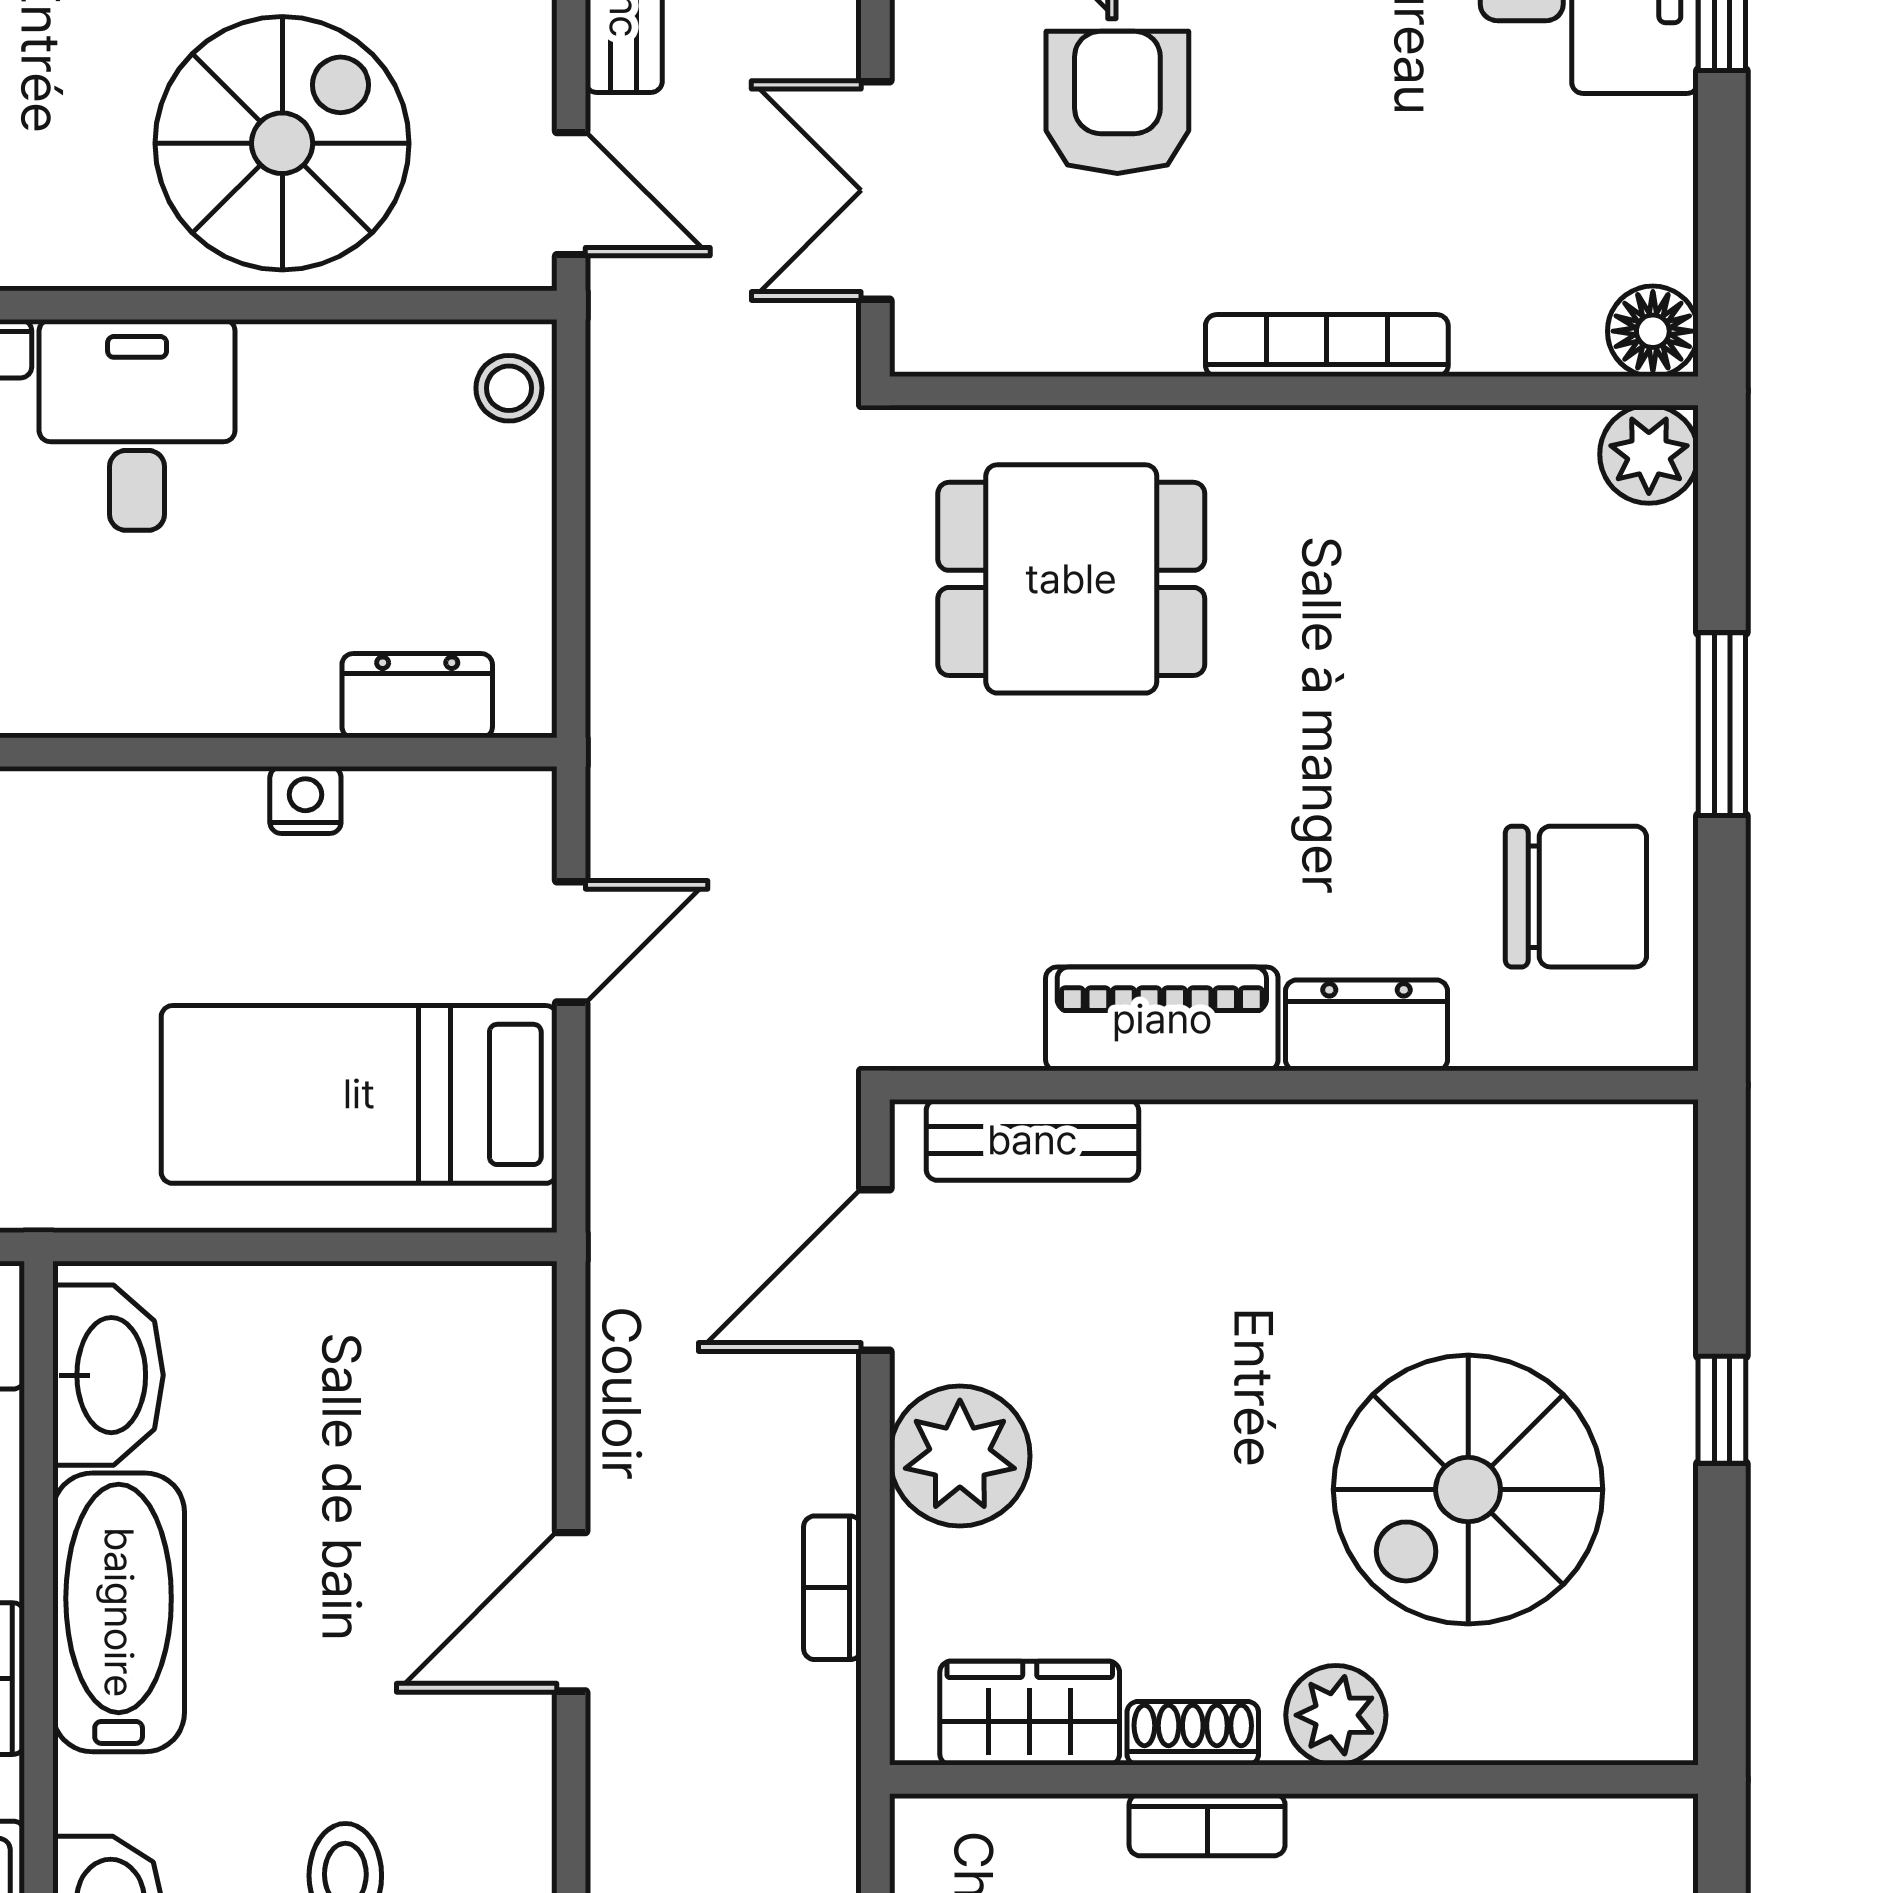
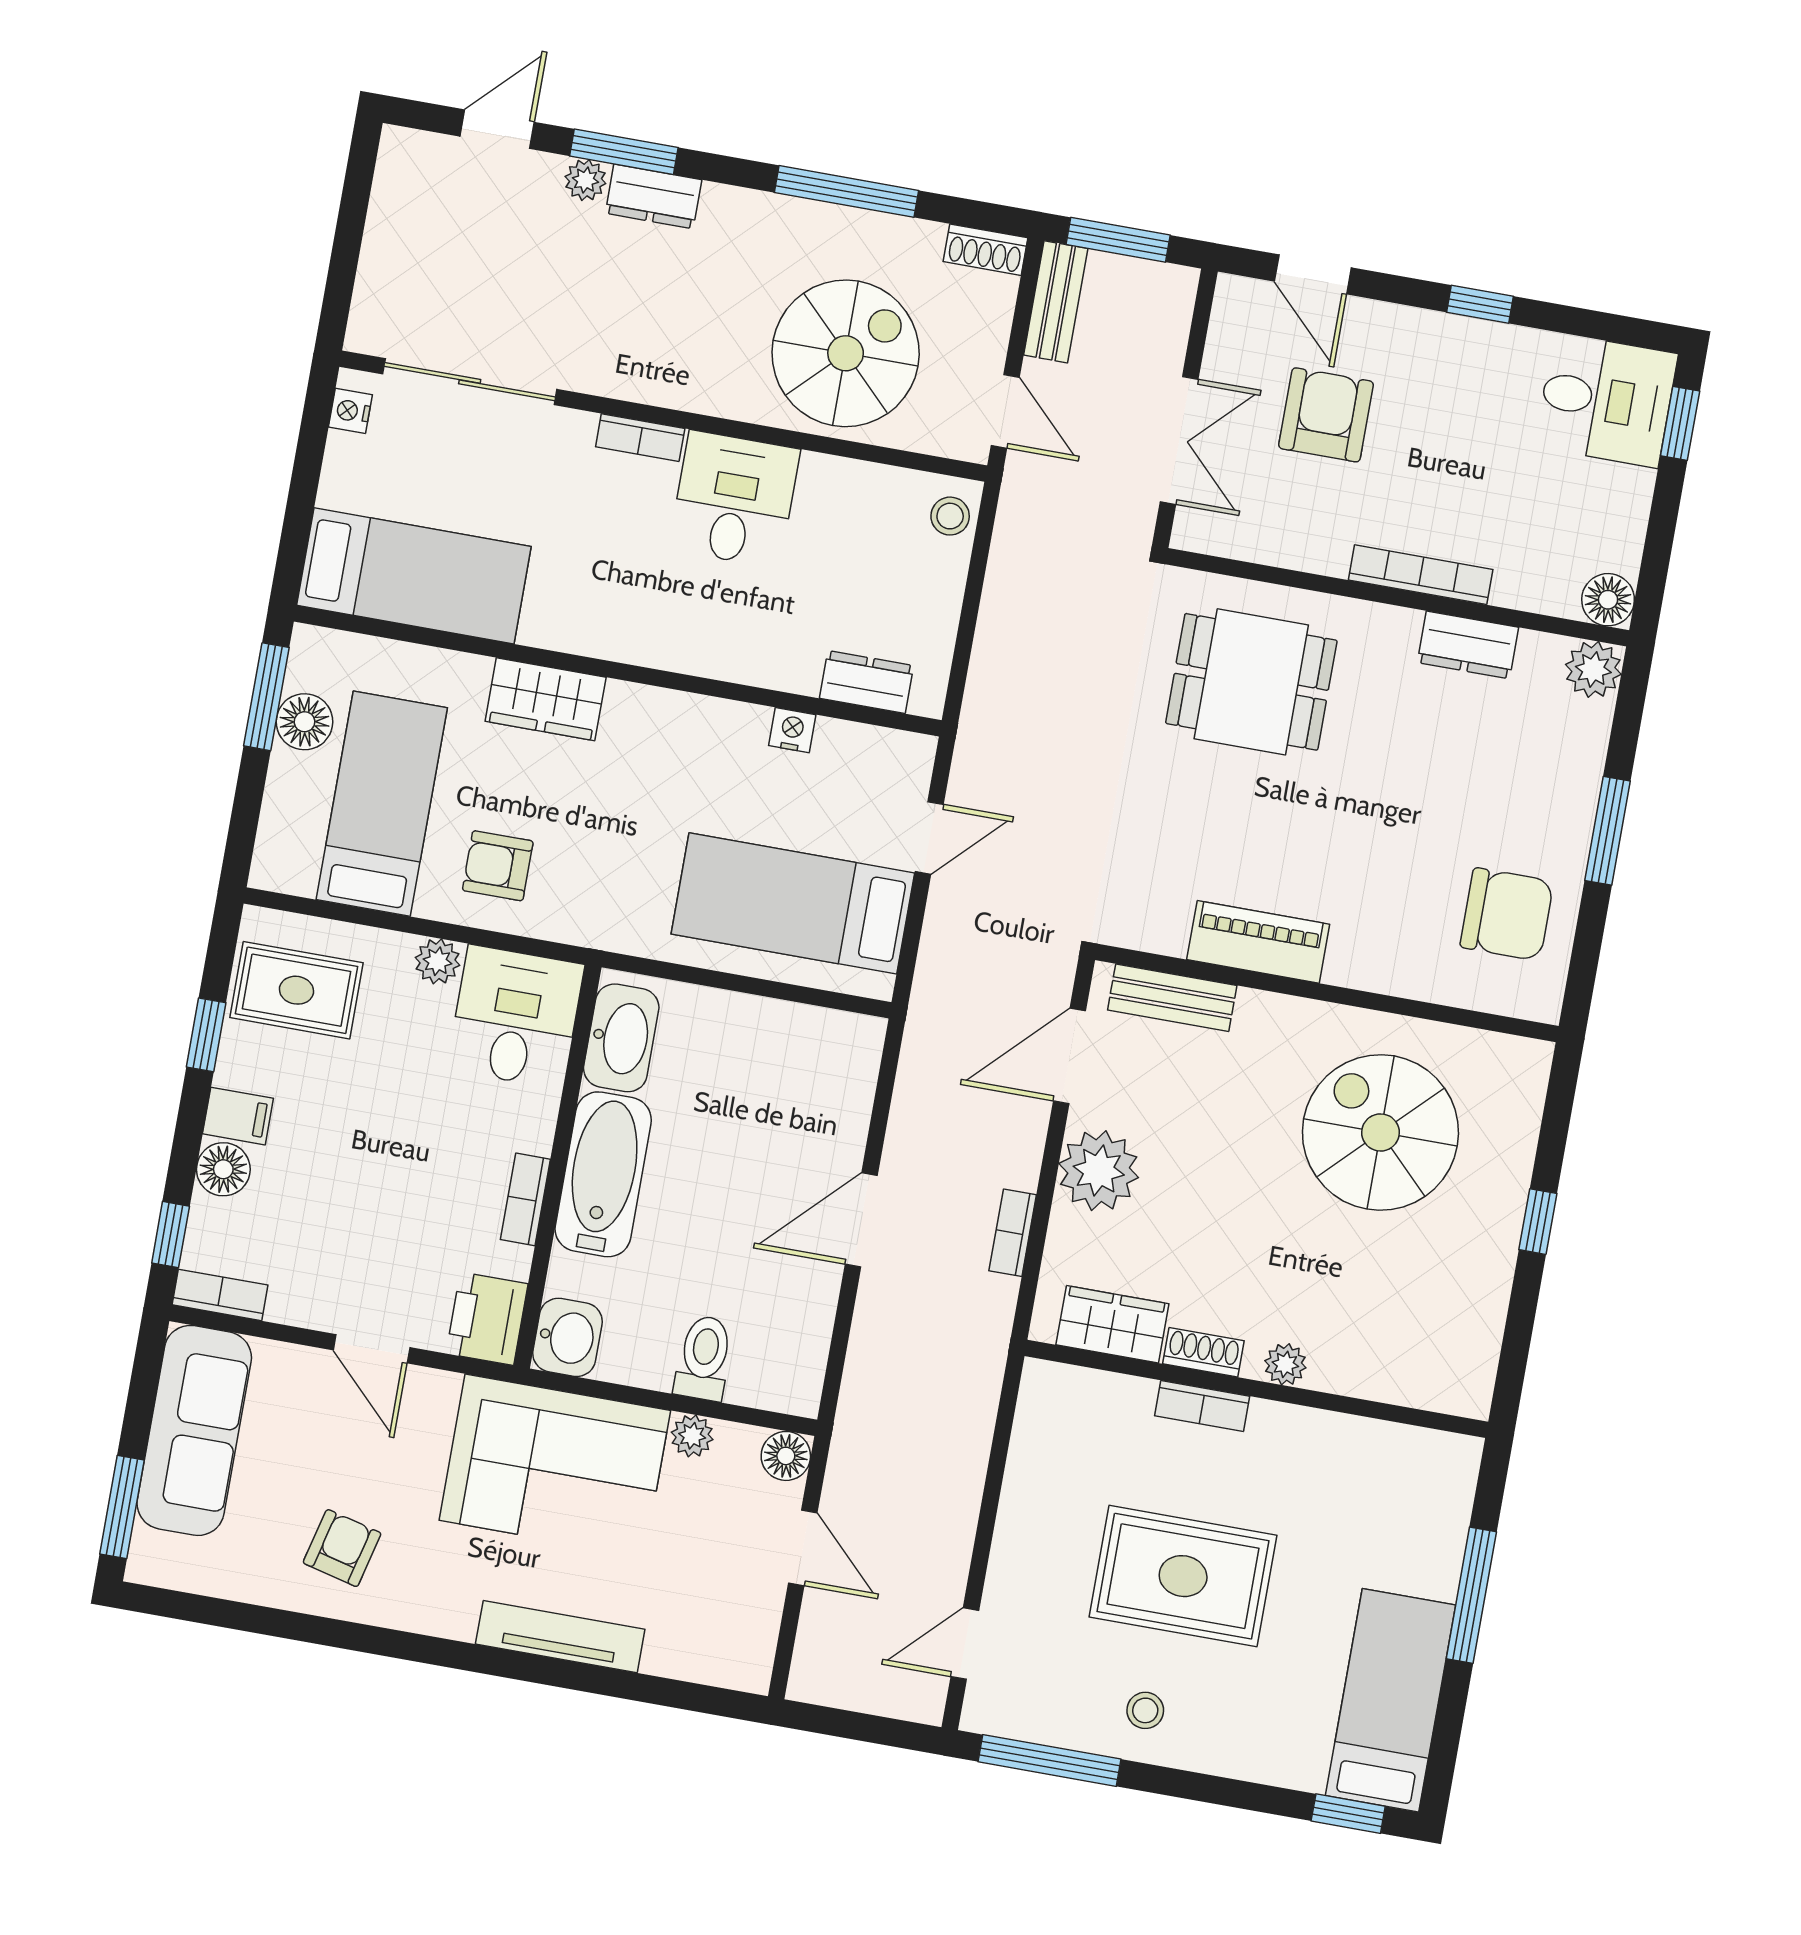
double door: (875, 190) -> (1179, 440), swing flipped
dresser: (1366, 1025) -> (1468, 645), moved, turned 180
spiral stairs: (1468, 1490) -> (1380, 1132), moved, turned 90
plant: (1336, 1715) -> (1285, 1364), width x0.73, depth x0.73

